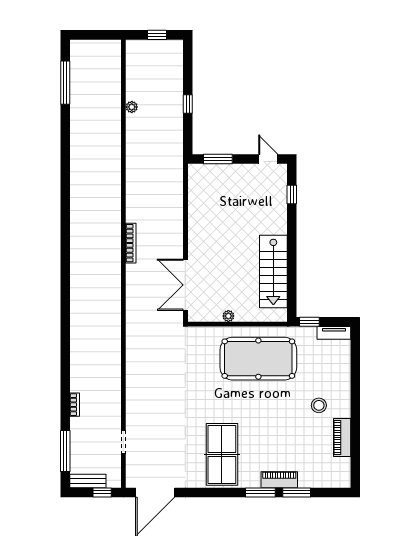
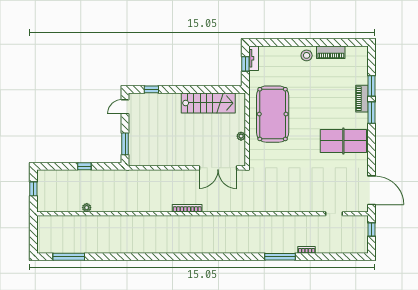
window: (309, 322) -> (245, 64), moved
stool: (319, 405) -> (307, 55), moved
window: (65, 451) -> (280, 257), moved
bench: (88, 481) -> (363, 240), removed

